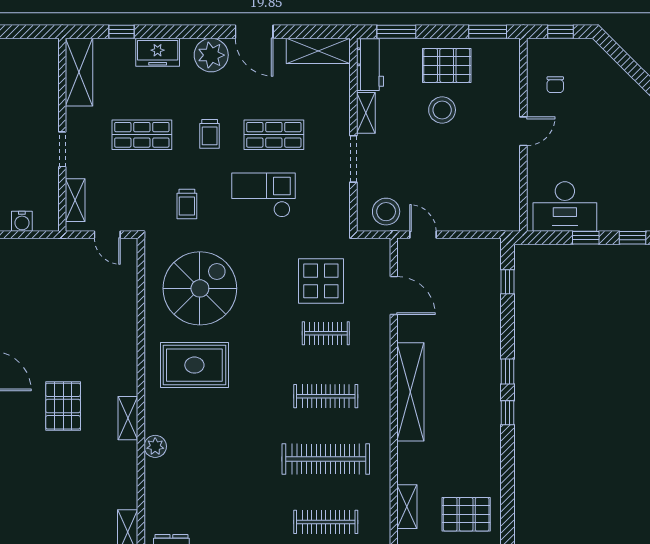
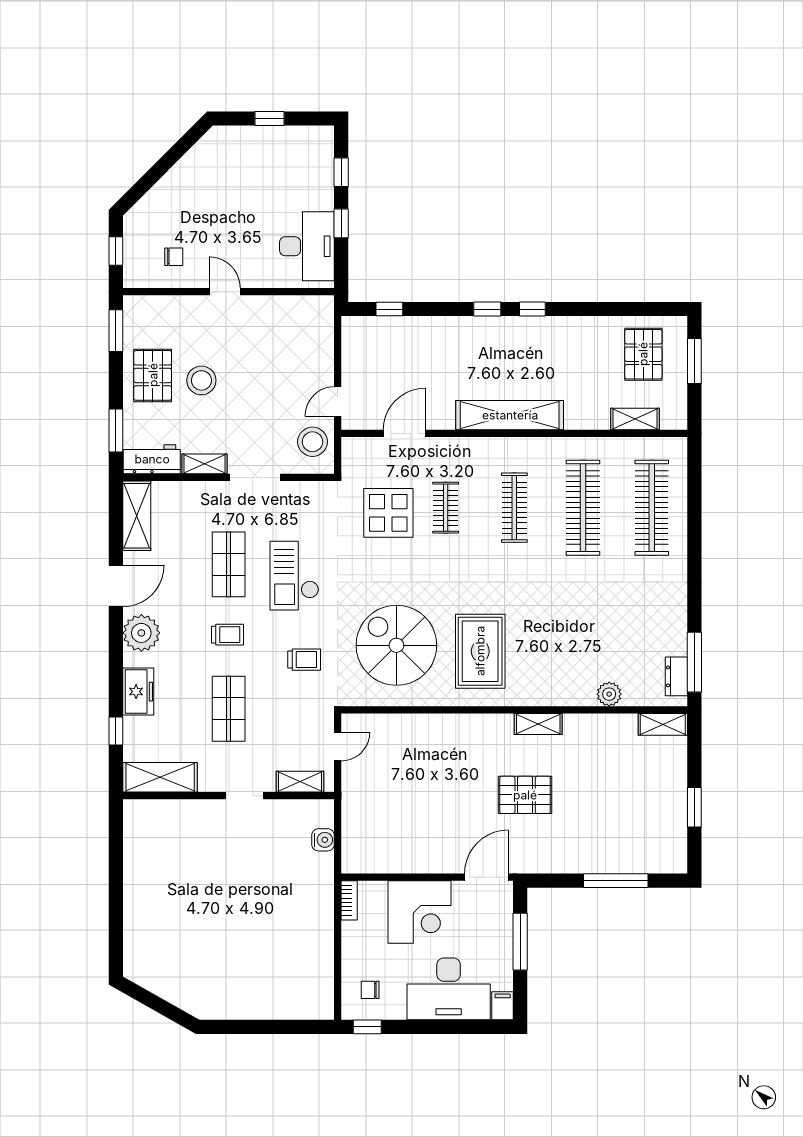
plant: (155, 446) -> (609, 694), moved
clothes rail: (326, 522) -> (652, 508), width x1.37, depth x1.31

